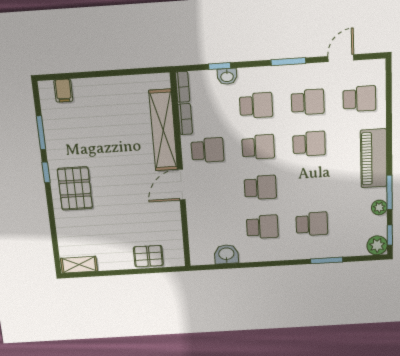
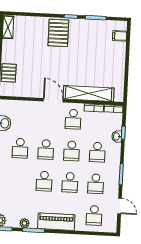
pallet: (75, 188) -> (58, 33), turned 90
school desk: (312, 224) -> (44, 181), moved

